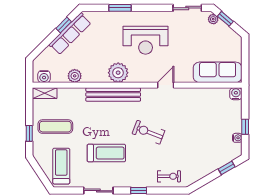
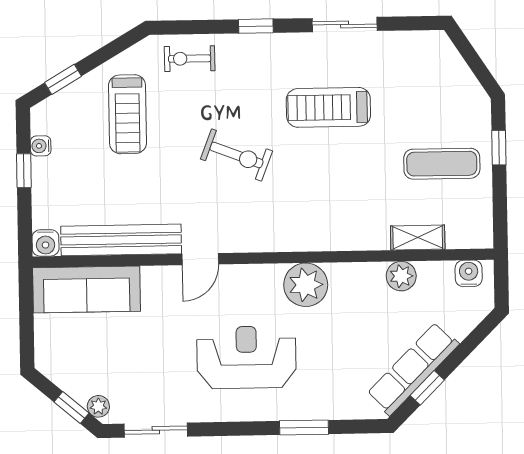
shelving: (45, 93) -> (418, 238), moved
bench: (113, 95) -> (121, 240), moved
treadmill: (61, 166) -> (127, 114), moved

